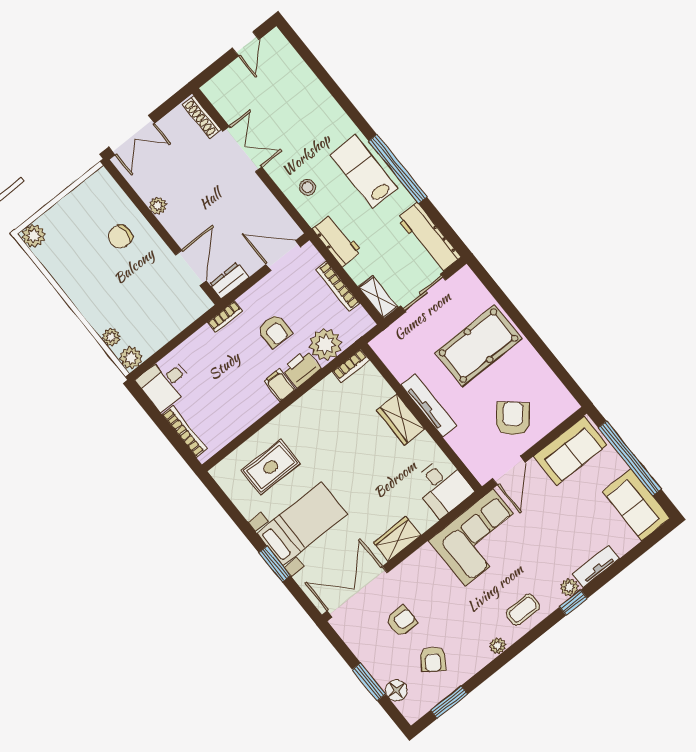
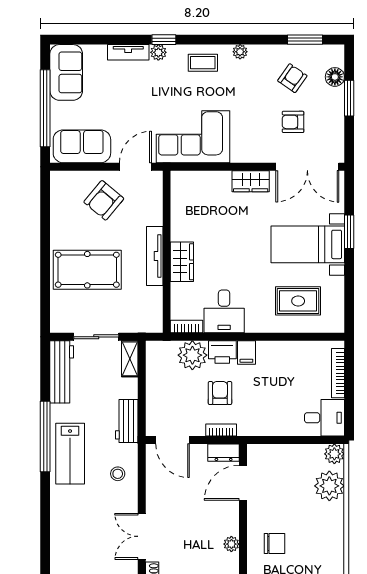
bookcase: (338, 286) -> (152, 389), removed
bookcase: (225, 317) -> (221, 430), moved
plant: (111, 337) -> (329, 486), width x1.87, depth x1.87
desk: (442, 487) -> (224, 311), moved, turned 180

